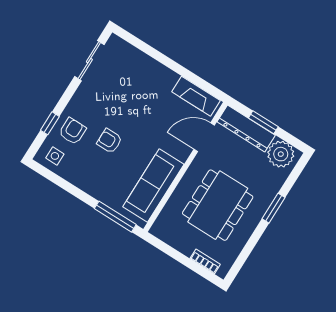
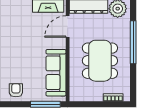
armchair: (109, 141) -> (16, 90), moved, turned 90
window: (274, 208) -> (133, 42), width x2.11

